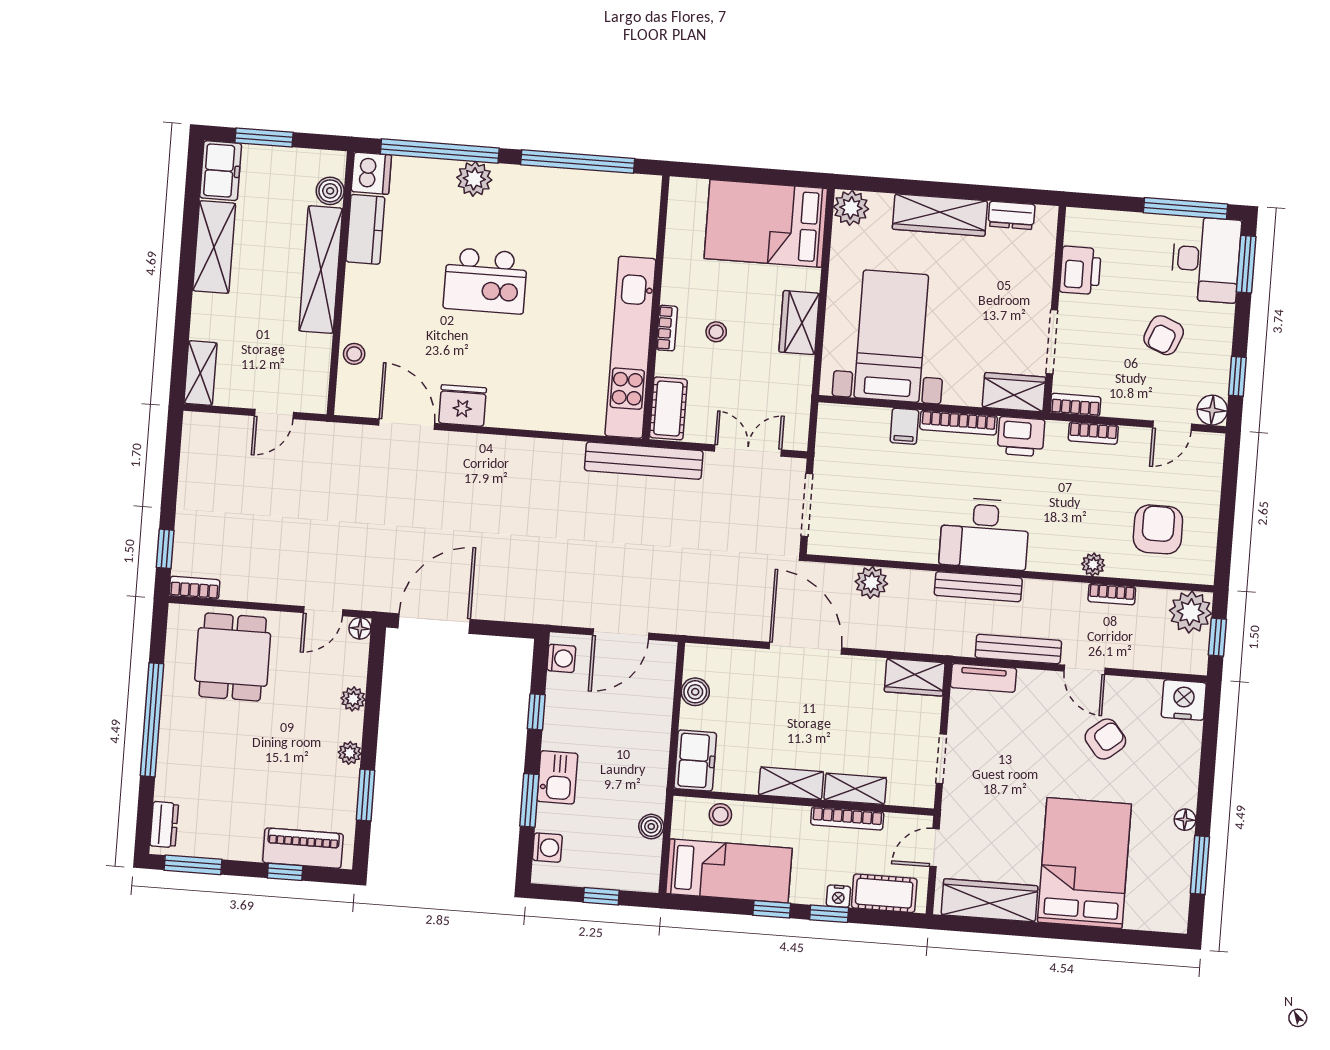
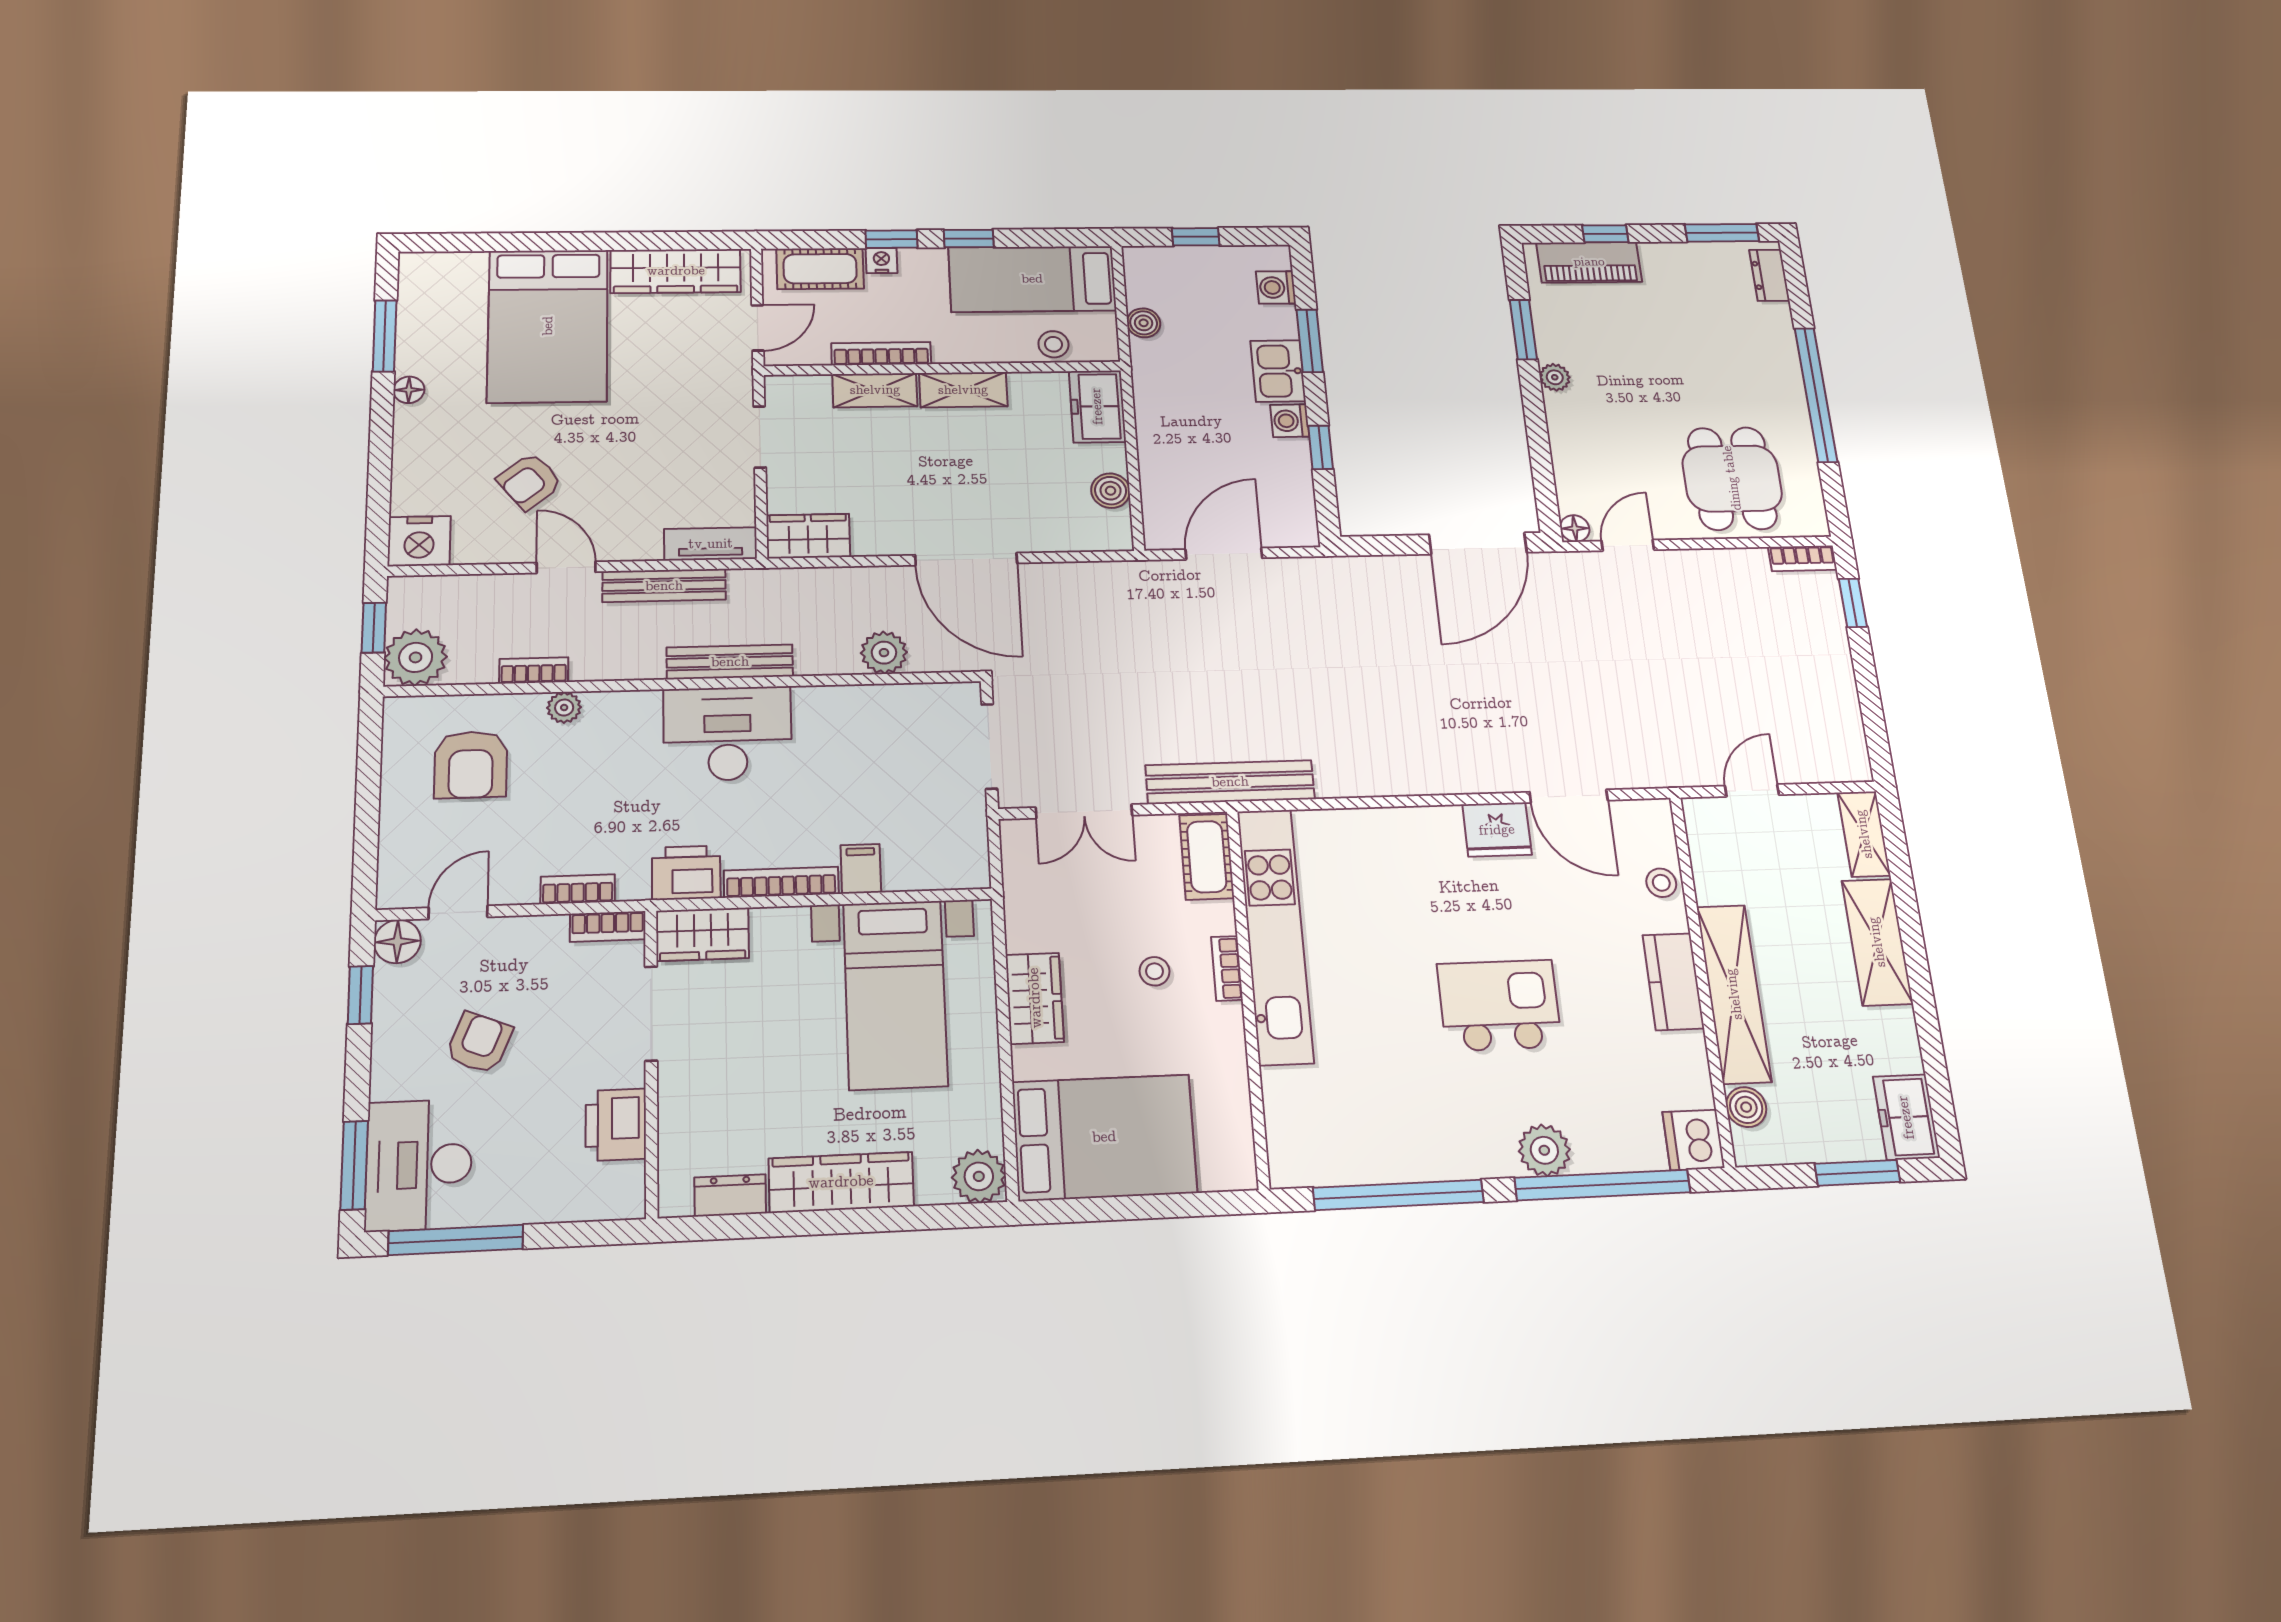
kitchen counter: (365, 229) -> (1673, 982), moved
shelving: (214, 247) -> (1877, 942), moved
washing machine: (561, 658) -> (1290, 421), moved
plant: (353, 699) -> (1565, 442), removed

